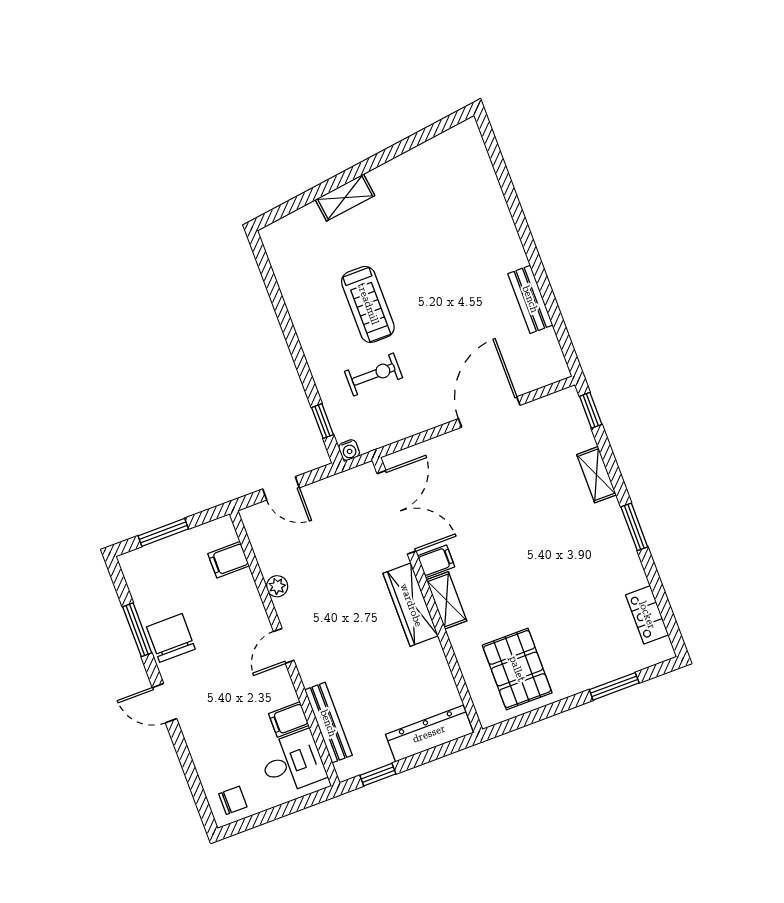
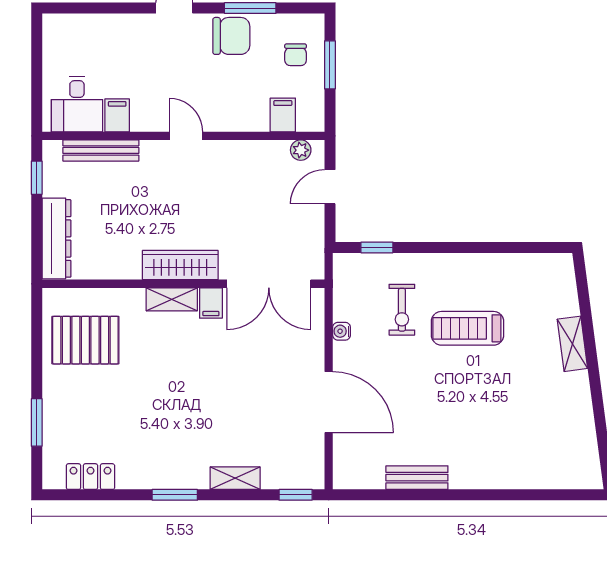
water cooler: (349, 450) -> (342, 331), moved
plant: (277, 586) -> (301, 150), moved
chair: (233, 800) -> (296, 55), moved

